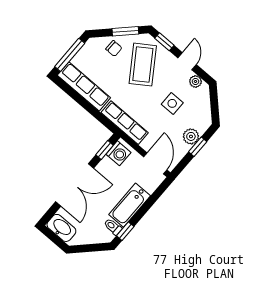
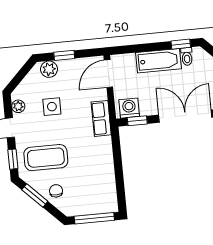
coffee table: (143, 65) -> (46, 158), turned 34
row of seats: (84, 86) -> (106, 184), removed
row of seats: (125, 123) -> (101, 118), width x0.68
plant: (191, 136) -> (49, 69), moved

